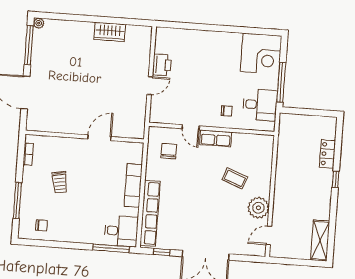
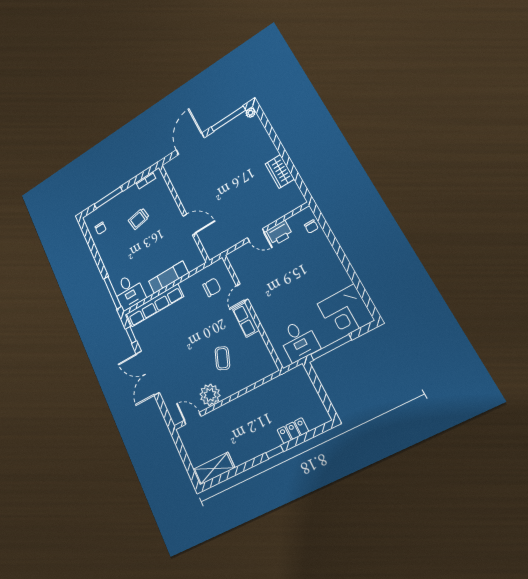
chair: (227, 111) -> (311, 227), moved

